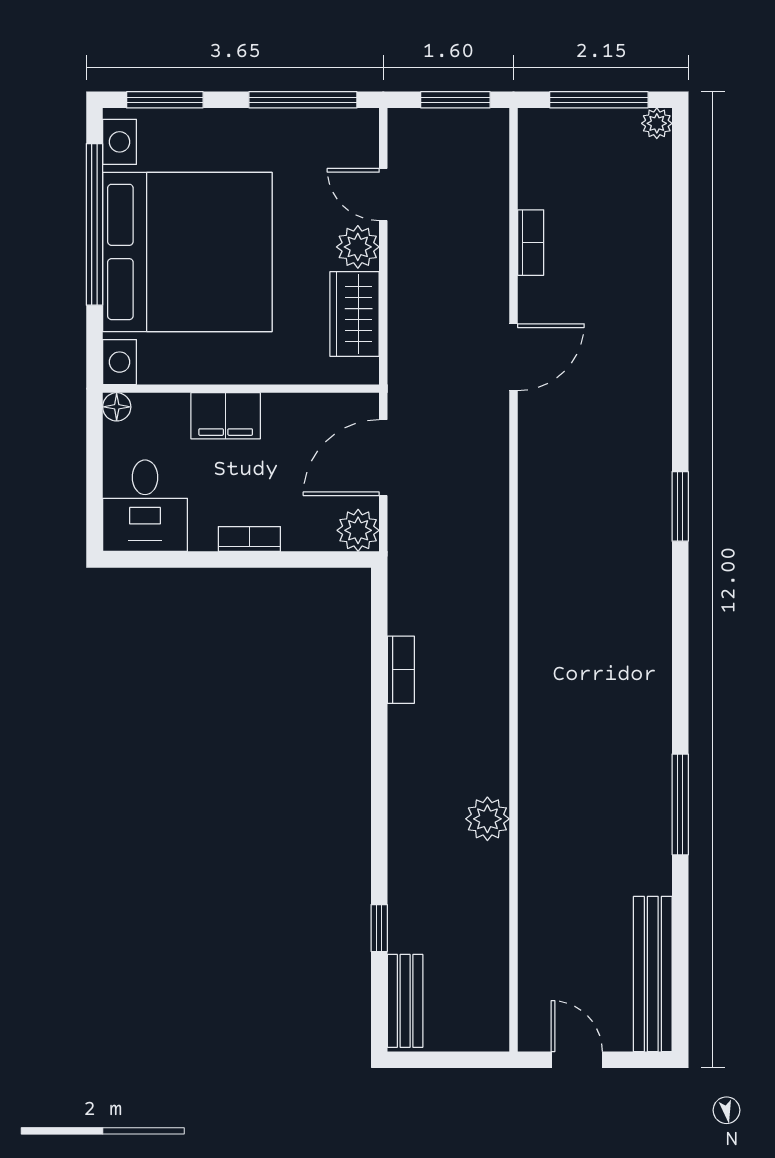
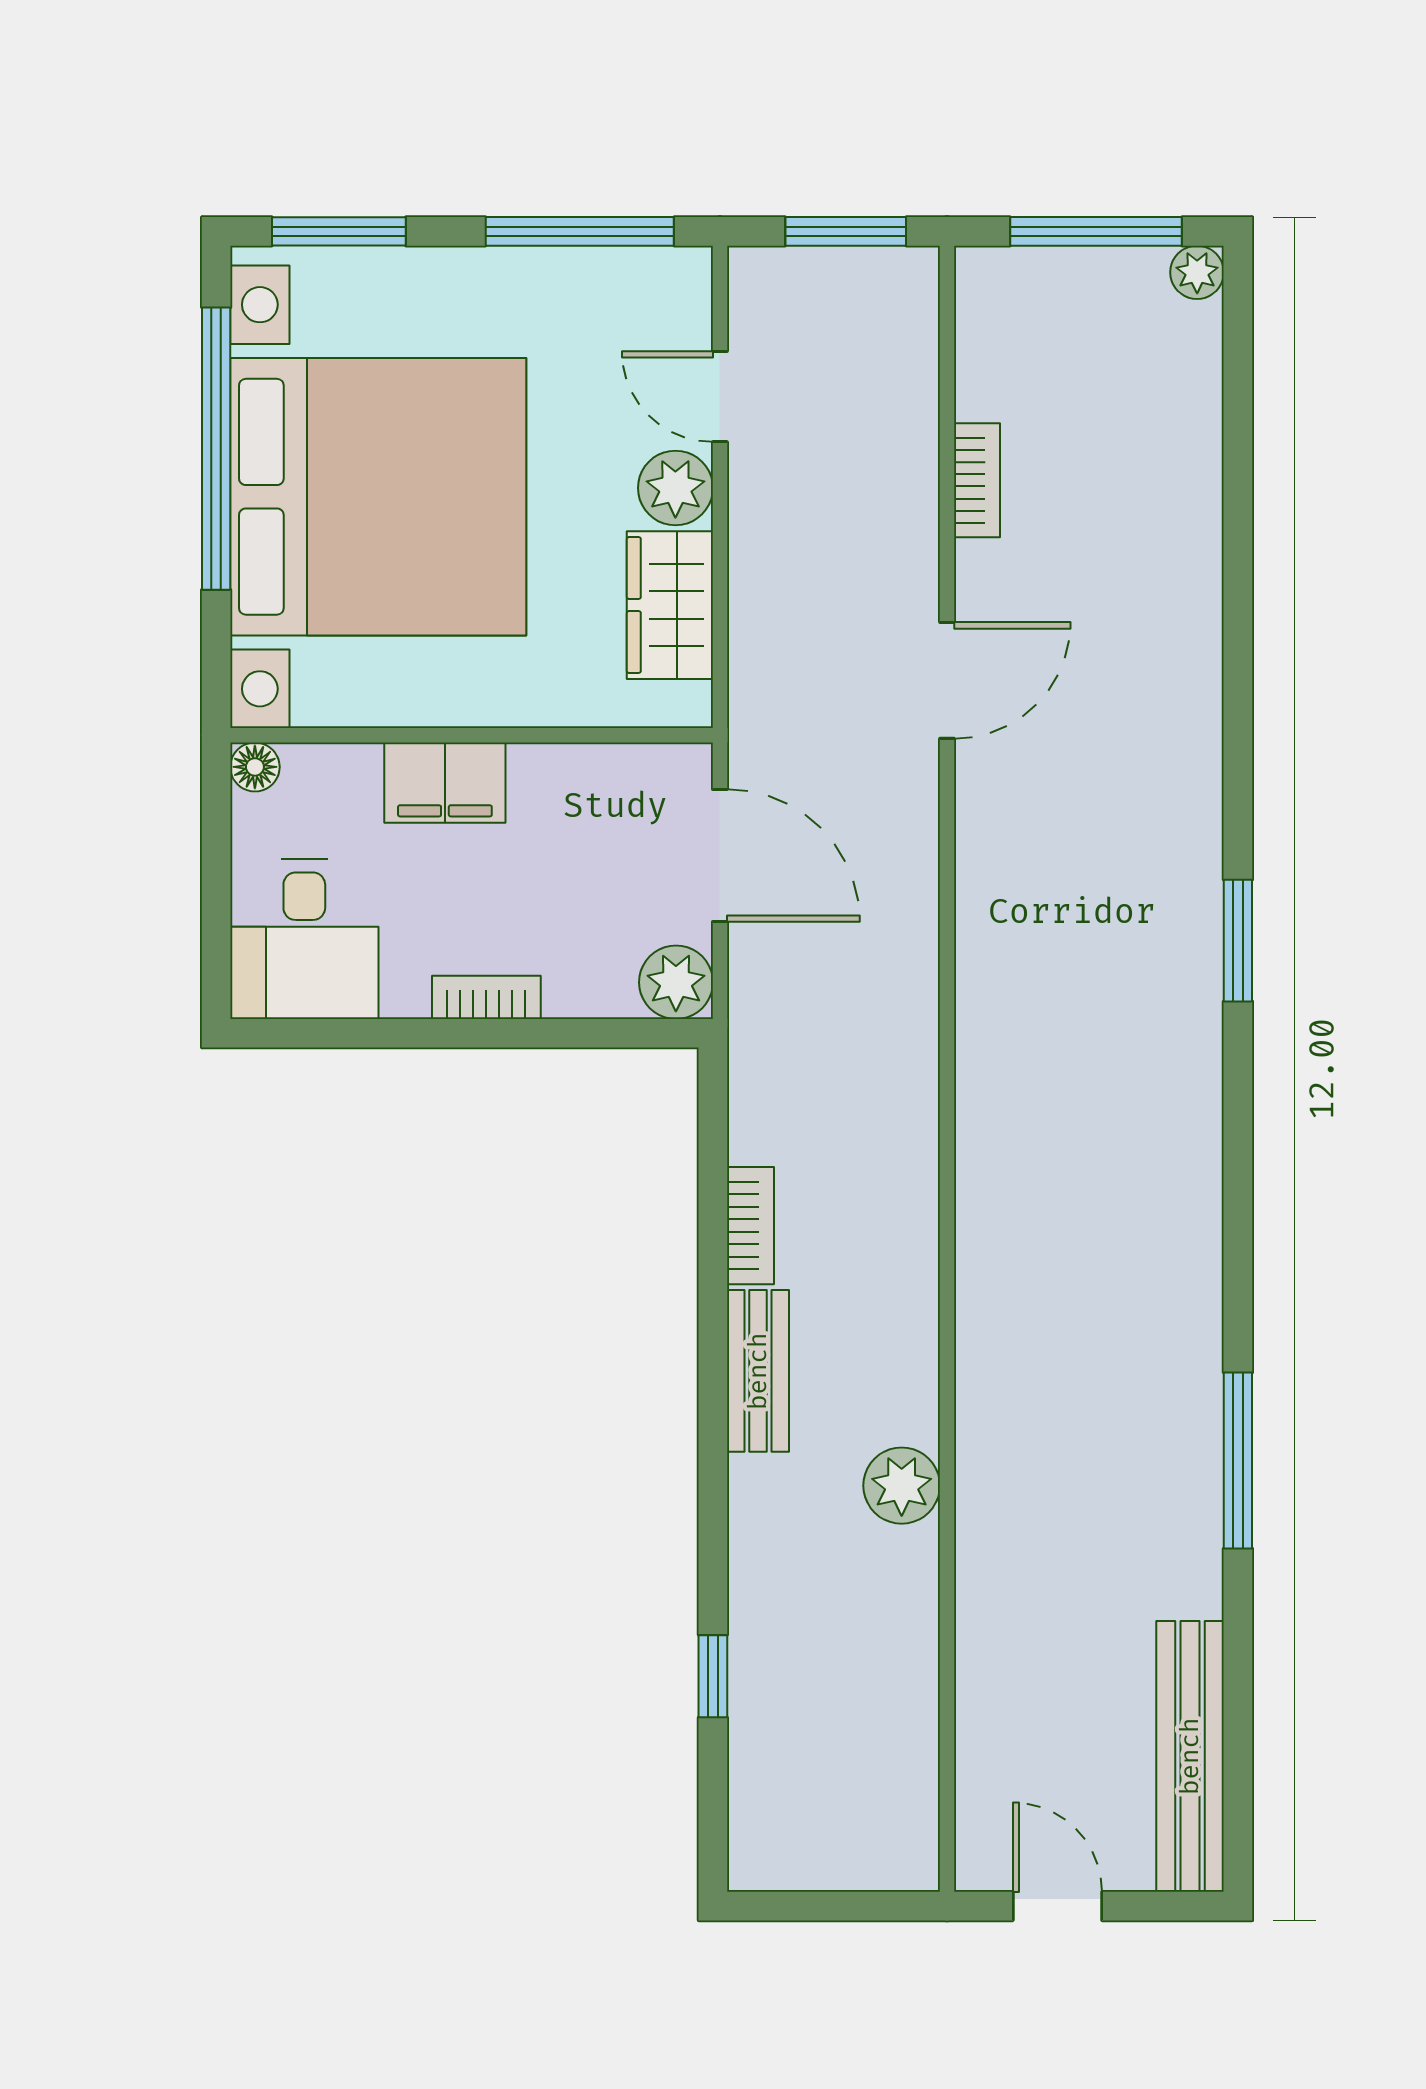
door: (383, 458) -> (720, 855), swing flipped
bench: (405, 1001) -> (758, 1371), moved

